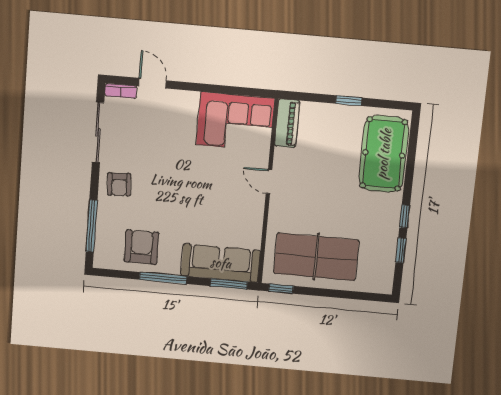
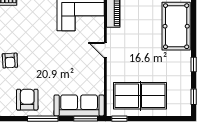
window: (401, 250) -> (194, 97), moved

